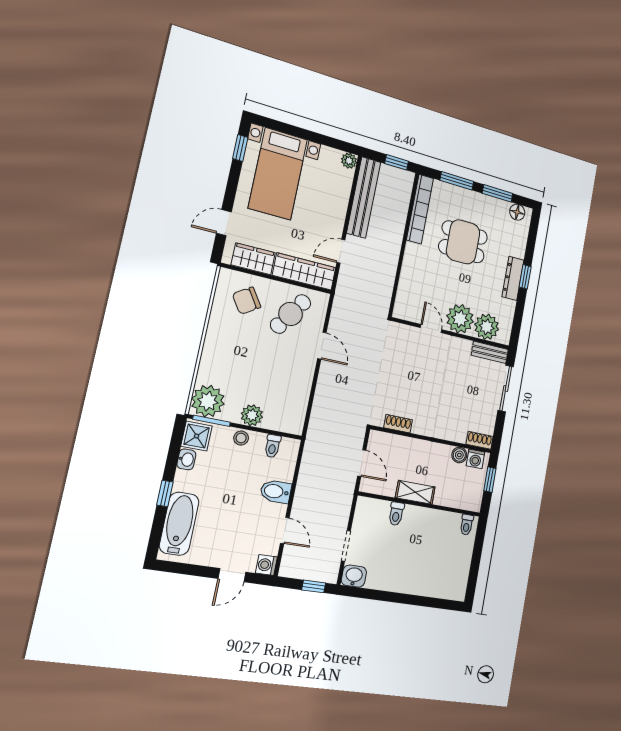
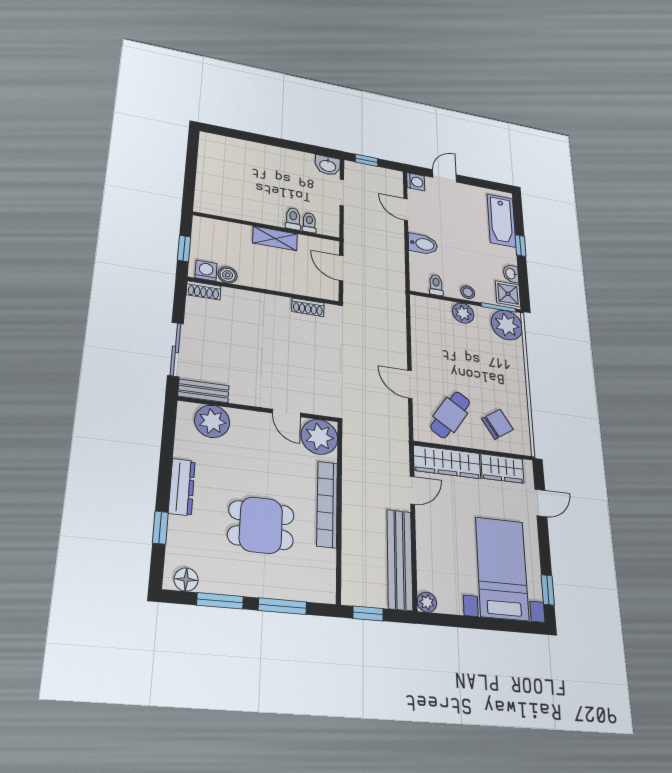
bookcase: (420, 209) -> (327, 504), moved
window: (525, 277) -> (160, 528), moved
plant: (460, 319) -> (319, 437), moved
toilet: (467, 525) -> (309, 223), moved

